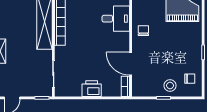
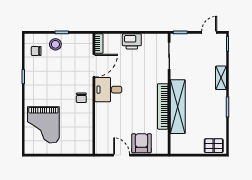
desk: (116, 19) -> (108, 90), moved
door: (131, 64) -> (94, 66), hinge flipped

